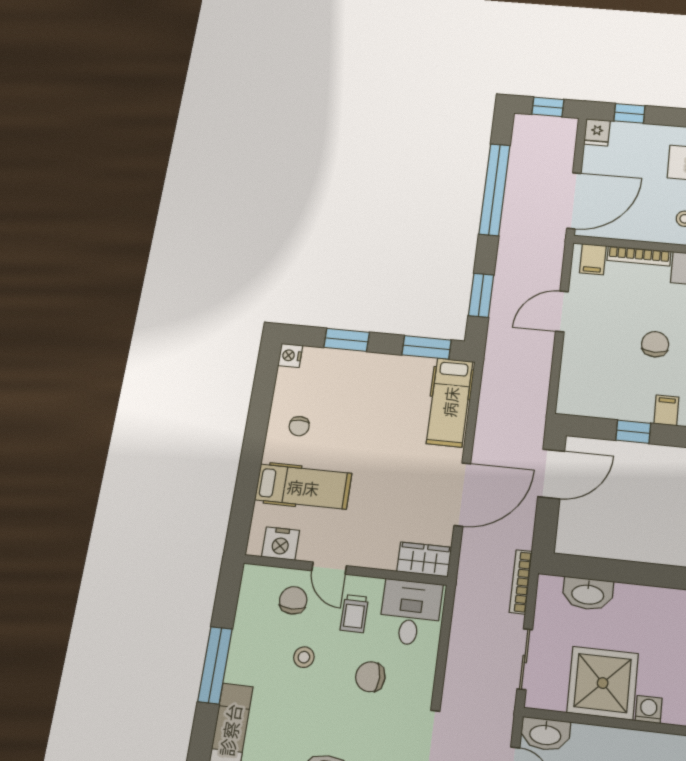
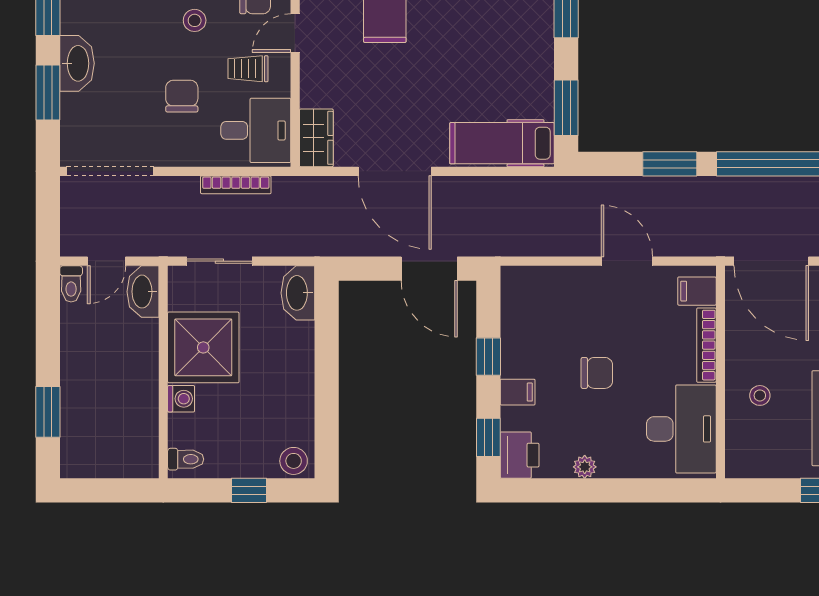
window: (481, 295) -> (670, 164), moved
bookcase: (521, 582) -> (236, 185), moved, turned 180
washbasin: (588, 594) -> (298, 293), moved

